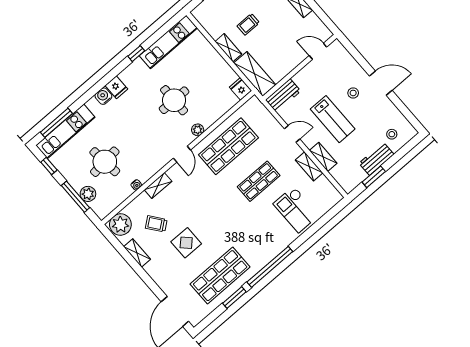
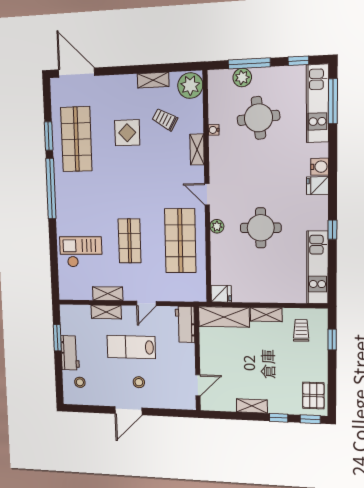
trolley: (248, 24) -> (301, 330), moved
trolley: (156, 224) -> (165, 119), turned -112

